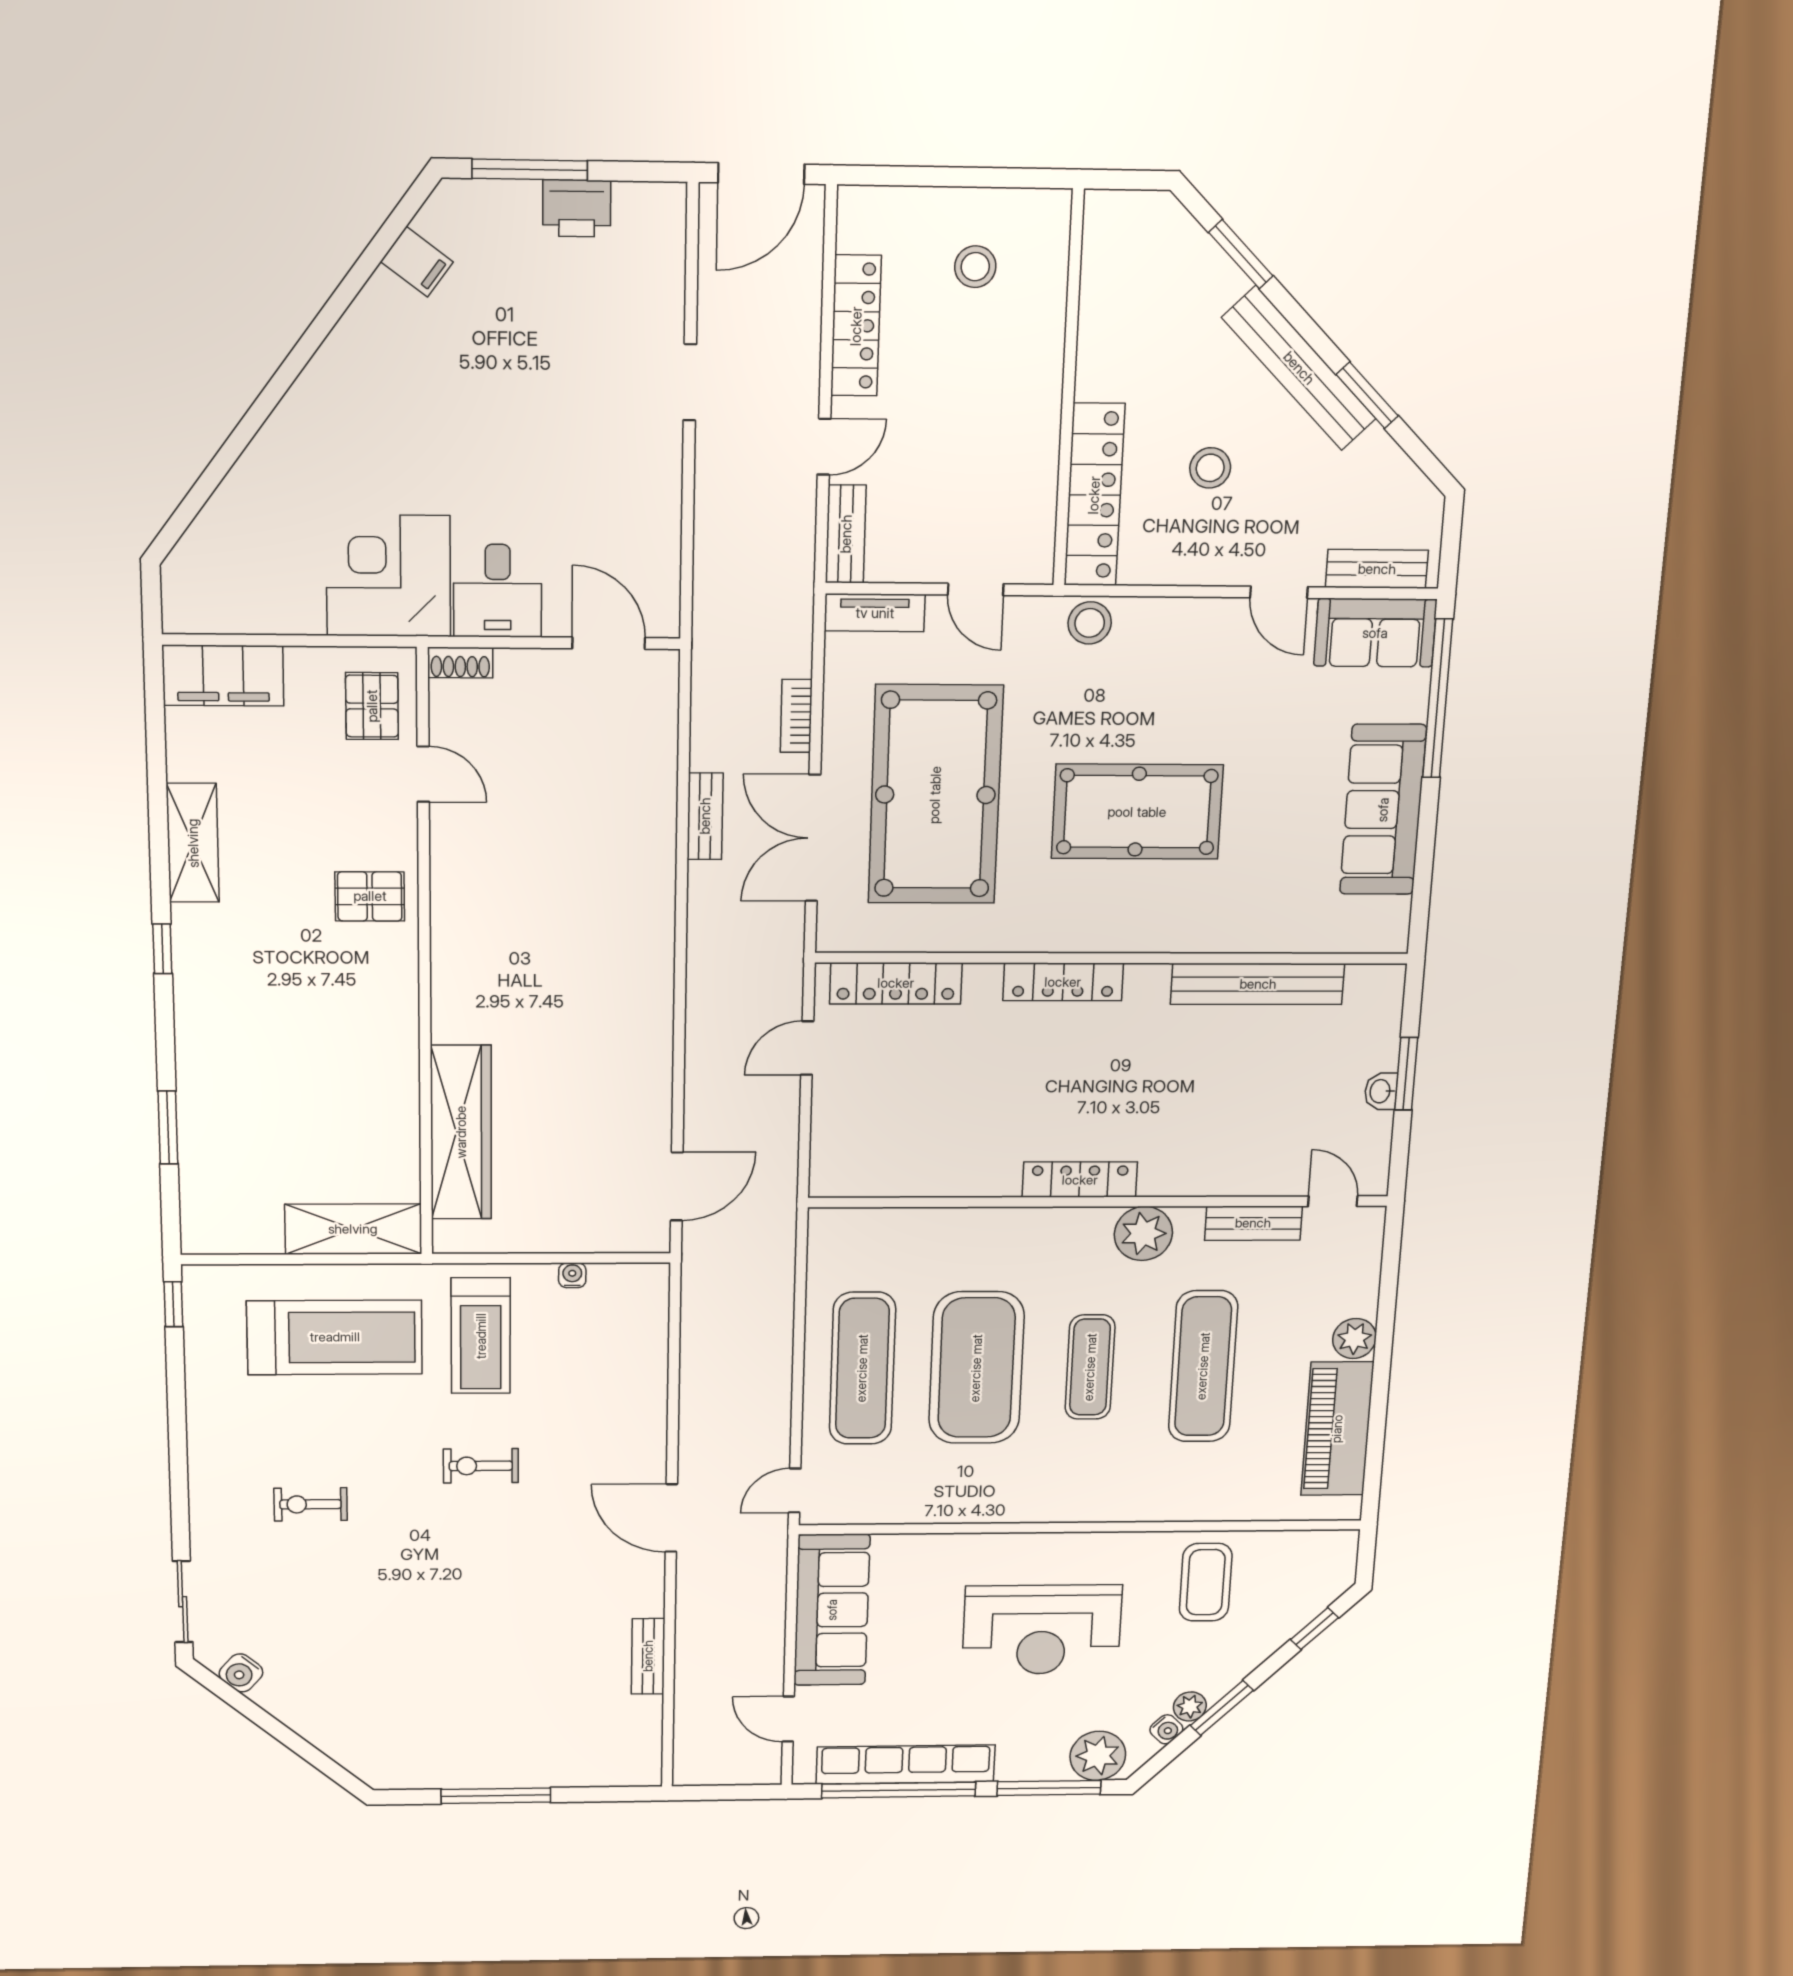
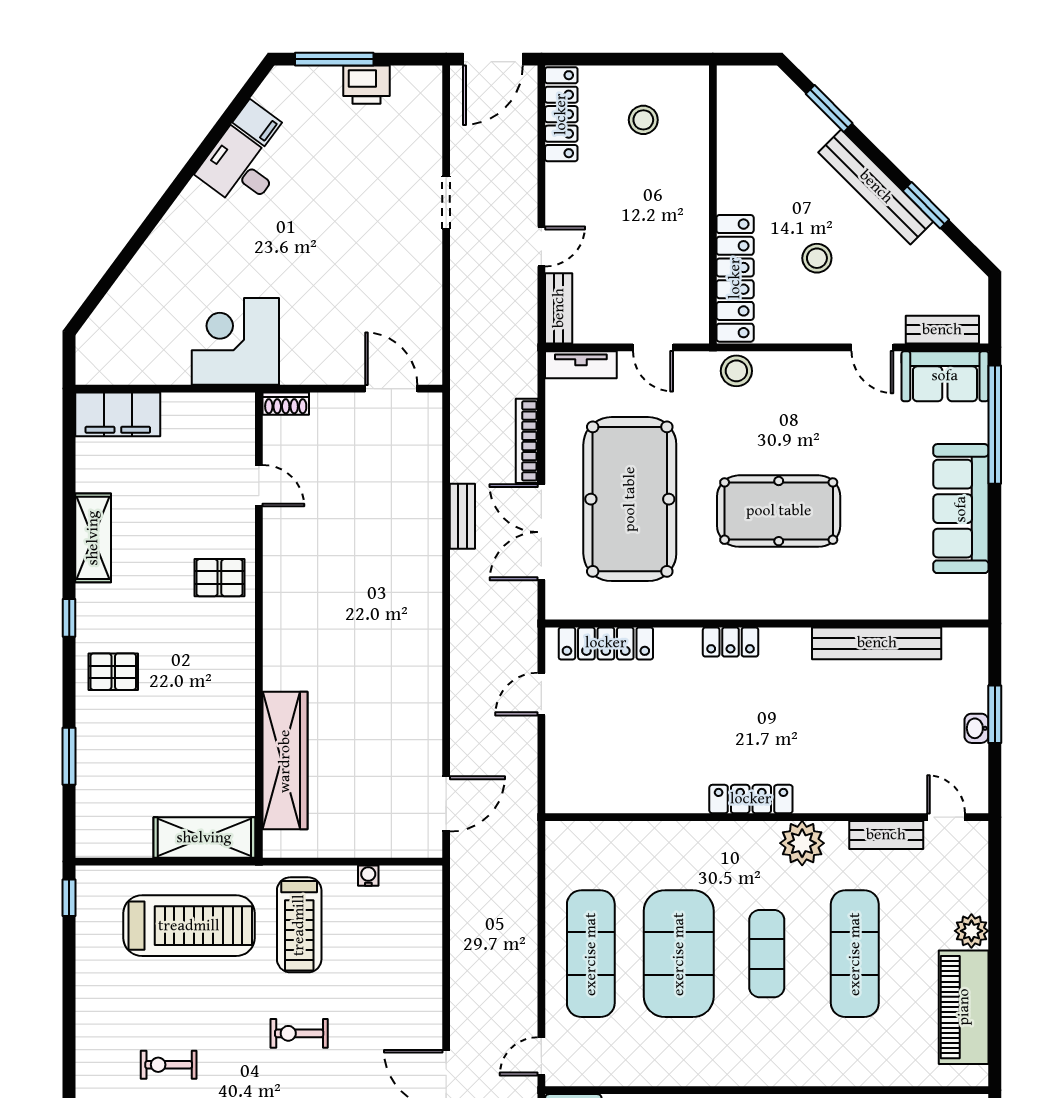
locker: (856, 326) -> (561, 114), moved
desk: (498, 591) -> (239, 169), moved, turned 126
pallet: (372, 706) -> (113, 672), moved, turned 90
bookcase: (796, 716) -> (527, 441), width x1.56
locker: (1063, 982) -> (731, 642), width x0.66

